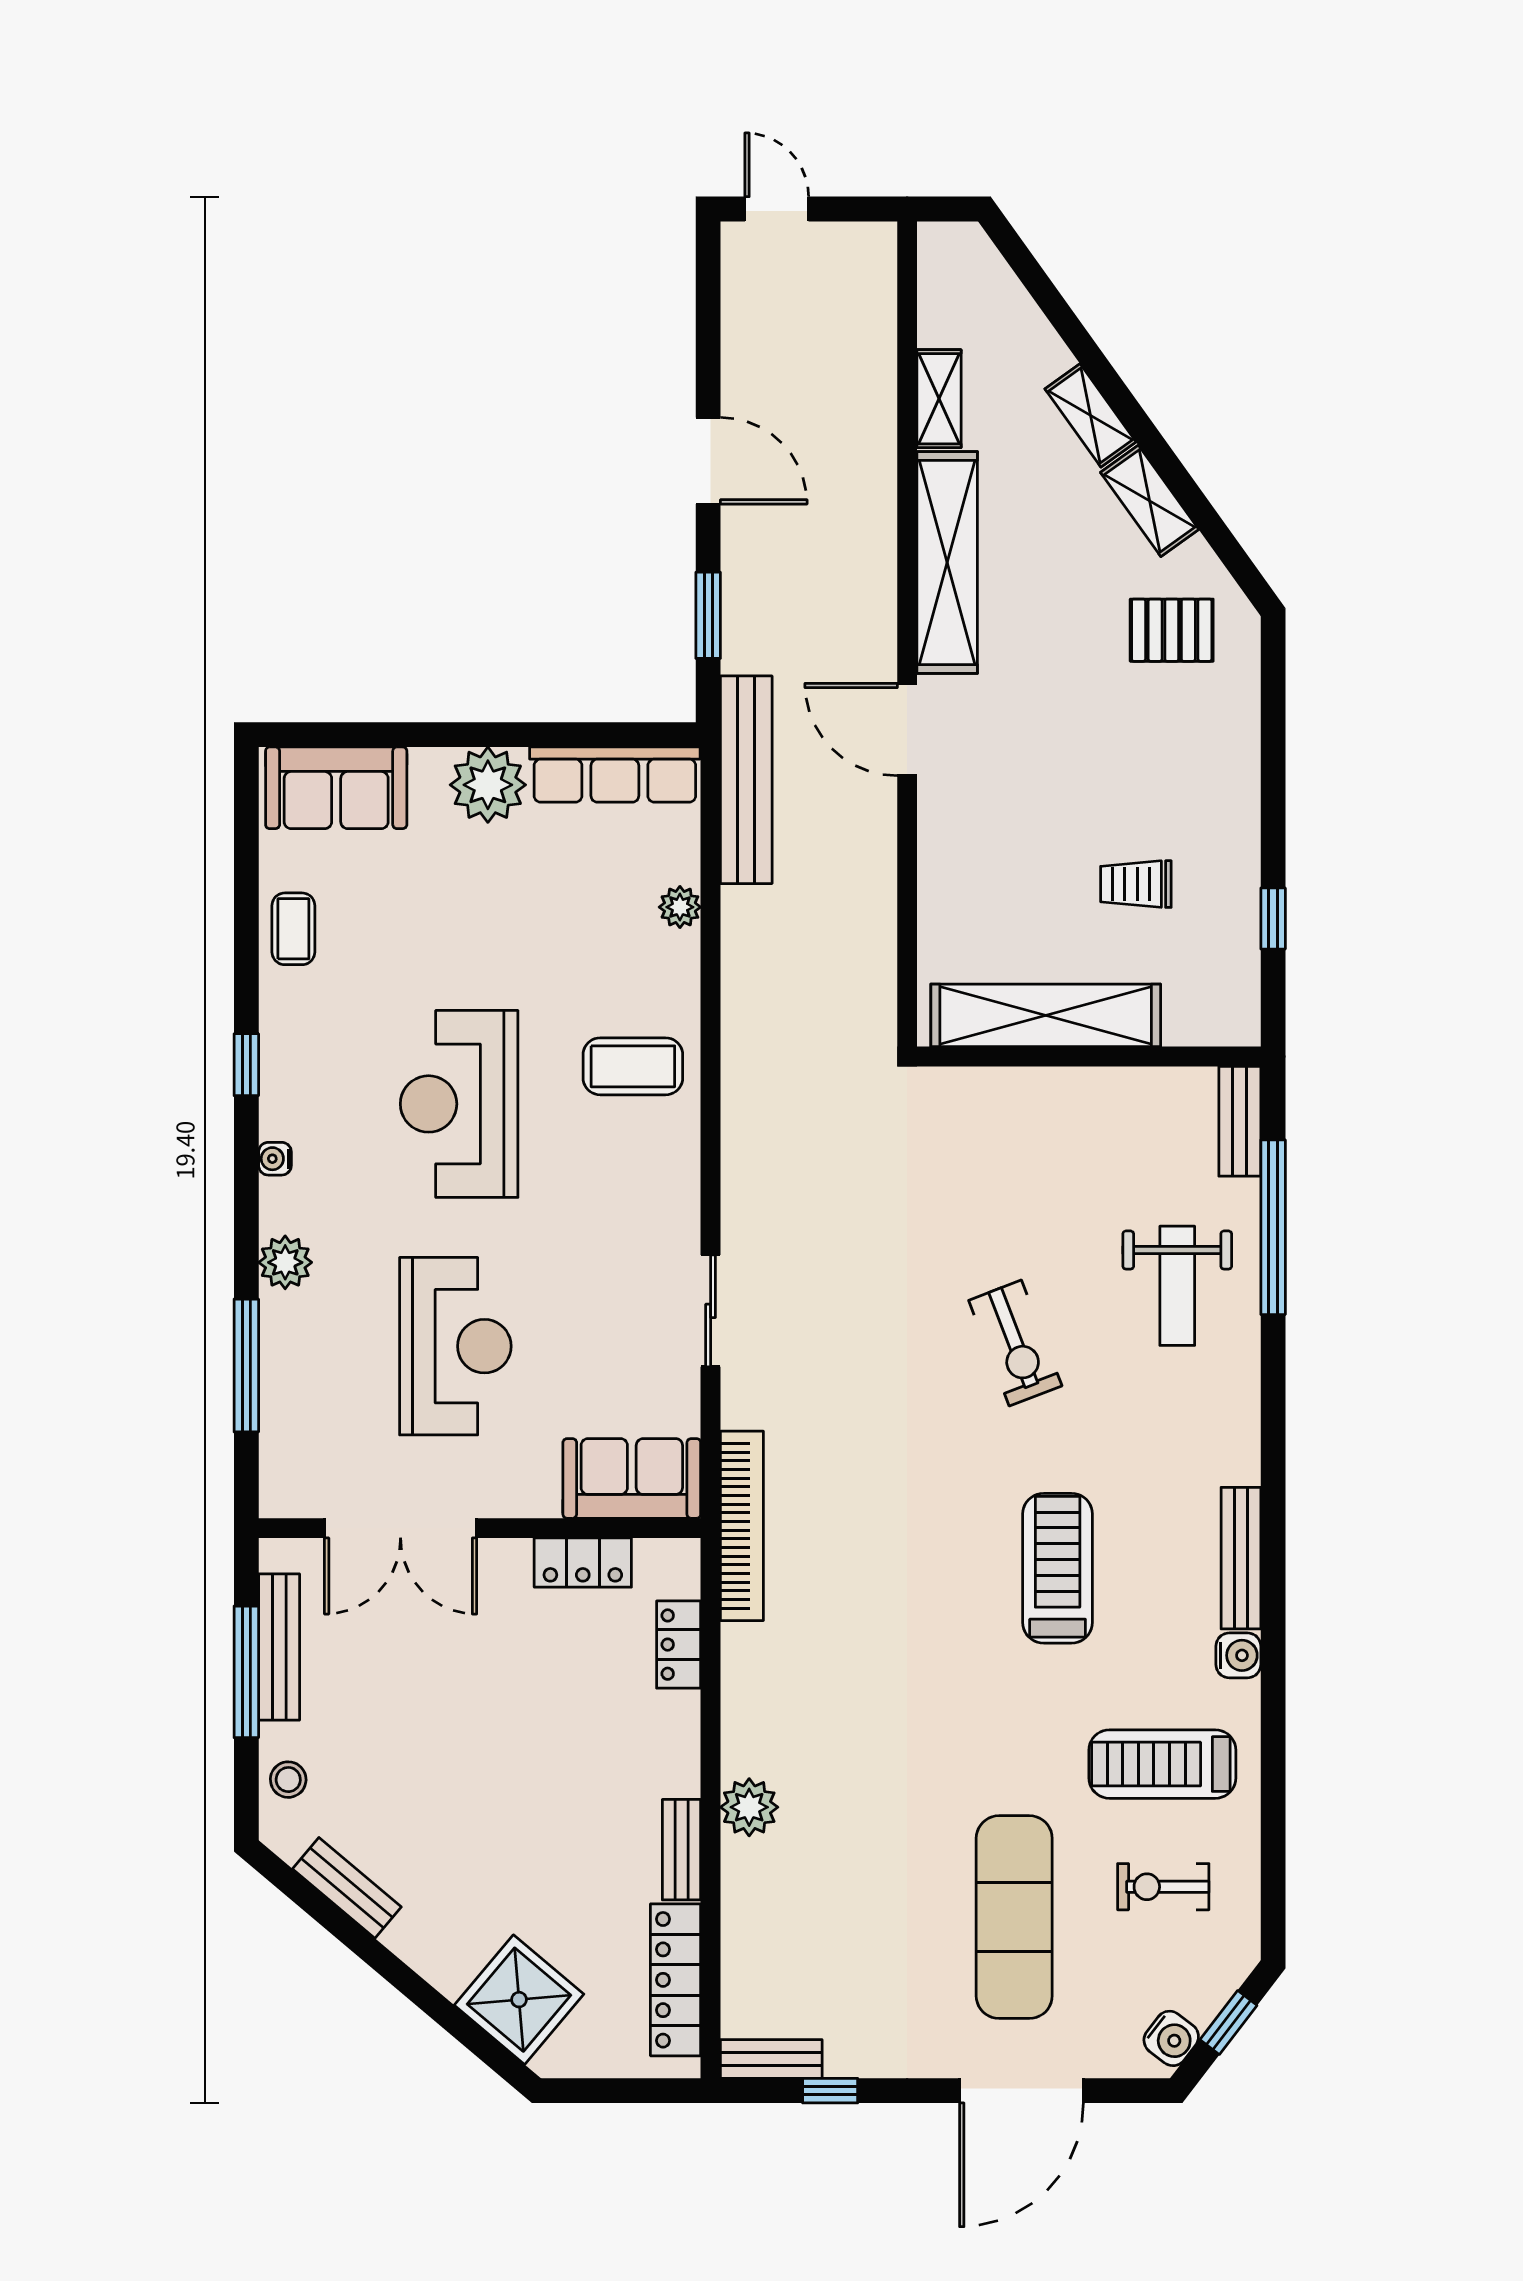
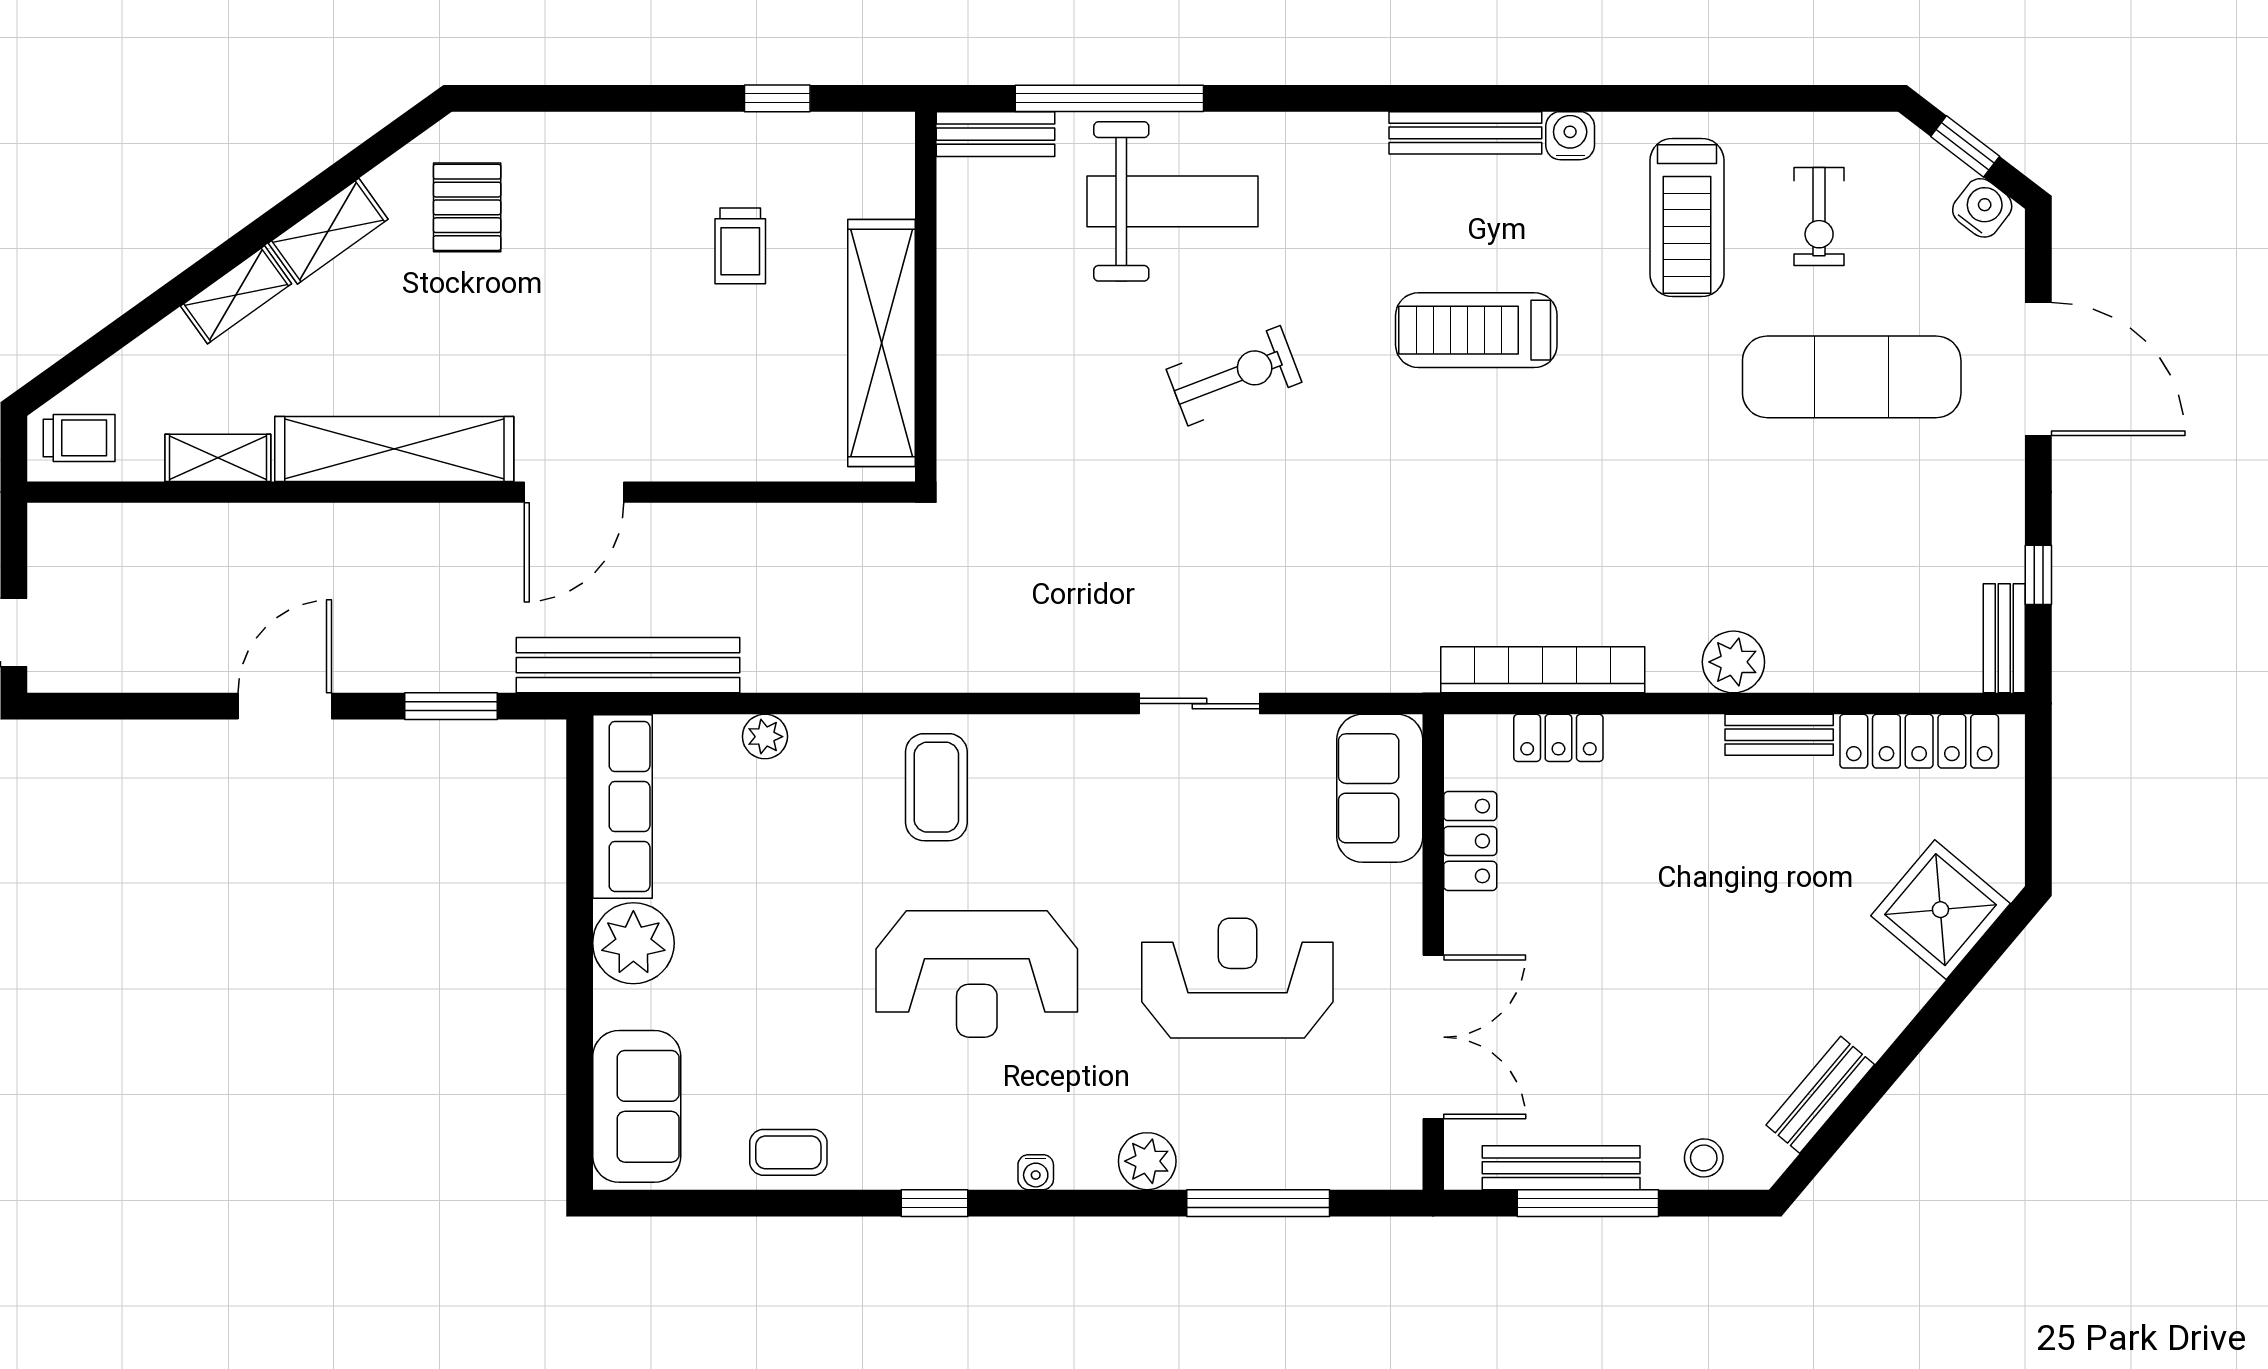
trolley: (957, 270) -> (79, 438), added
weight bench: (1177, 1286) -> (1172, 201), width x1.36, depth x1.33
bookcase: (742, 1526) -> (1543, 670), moved

